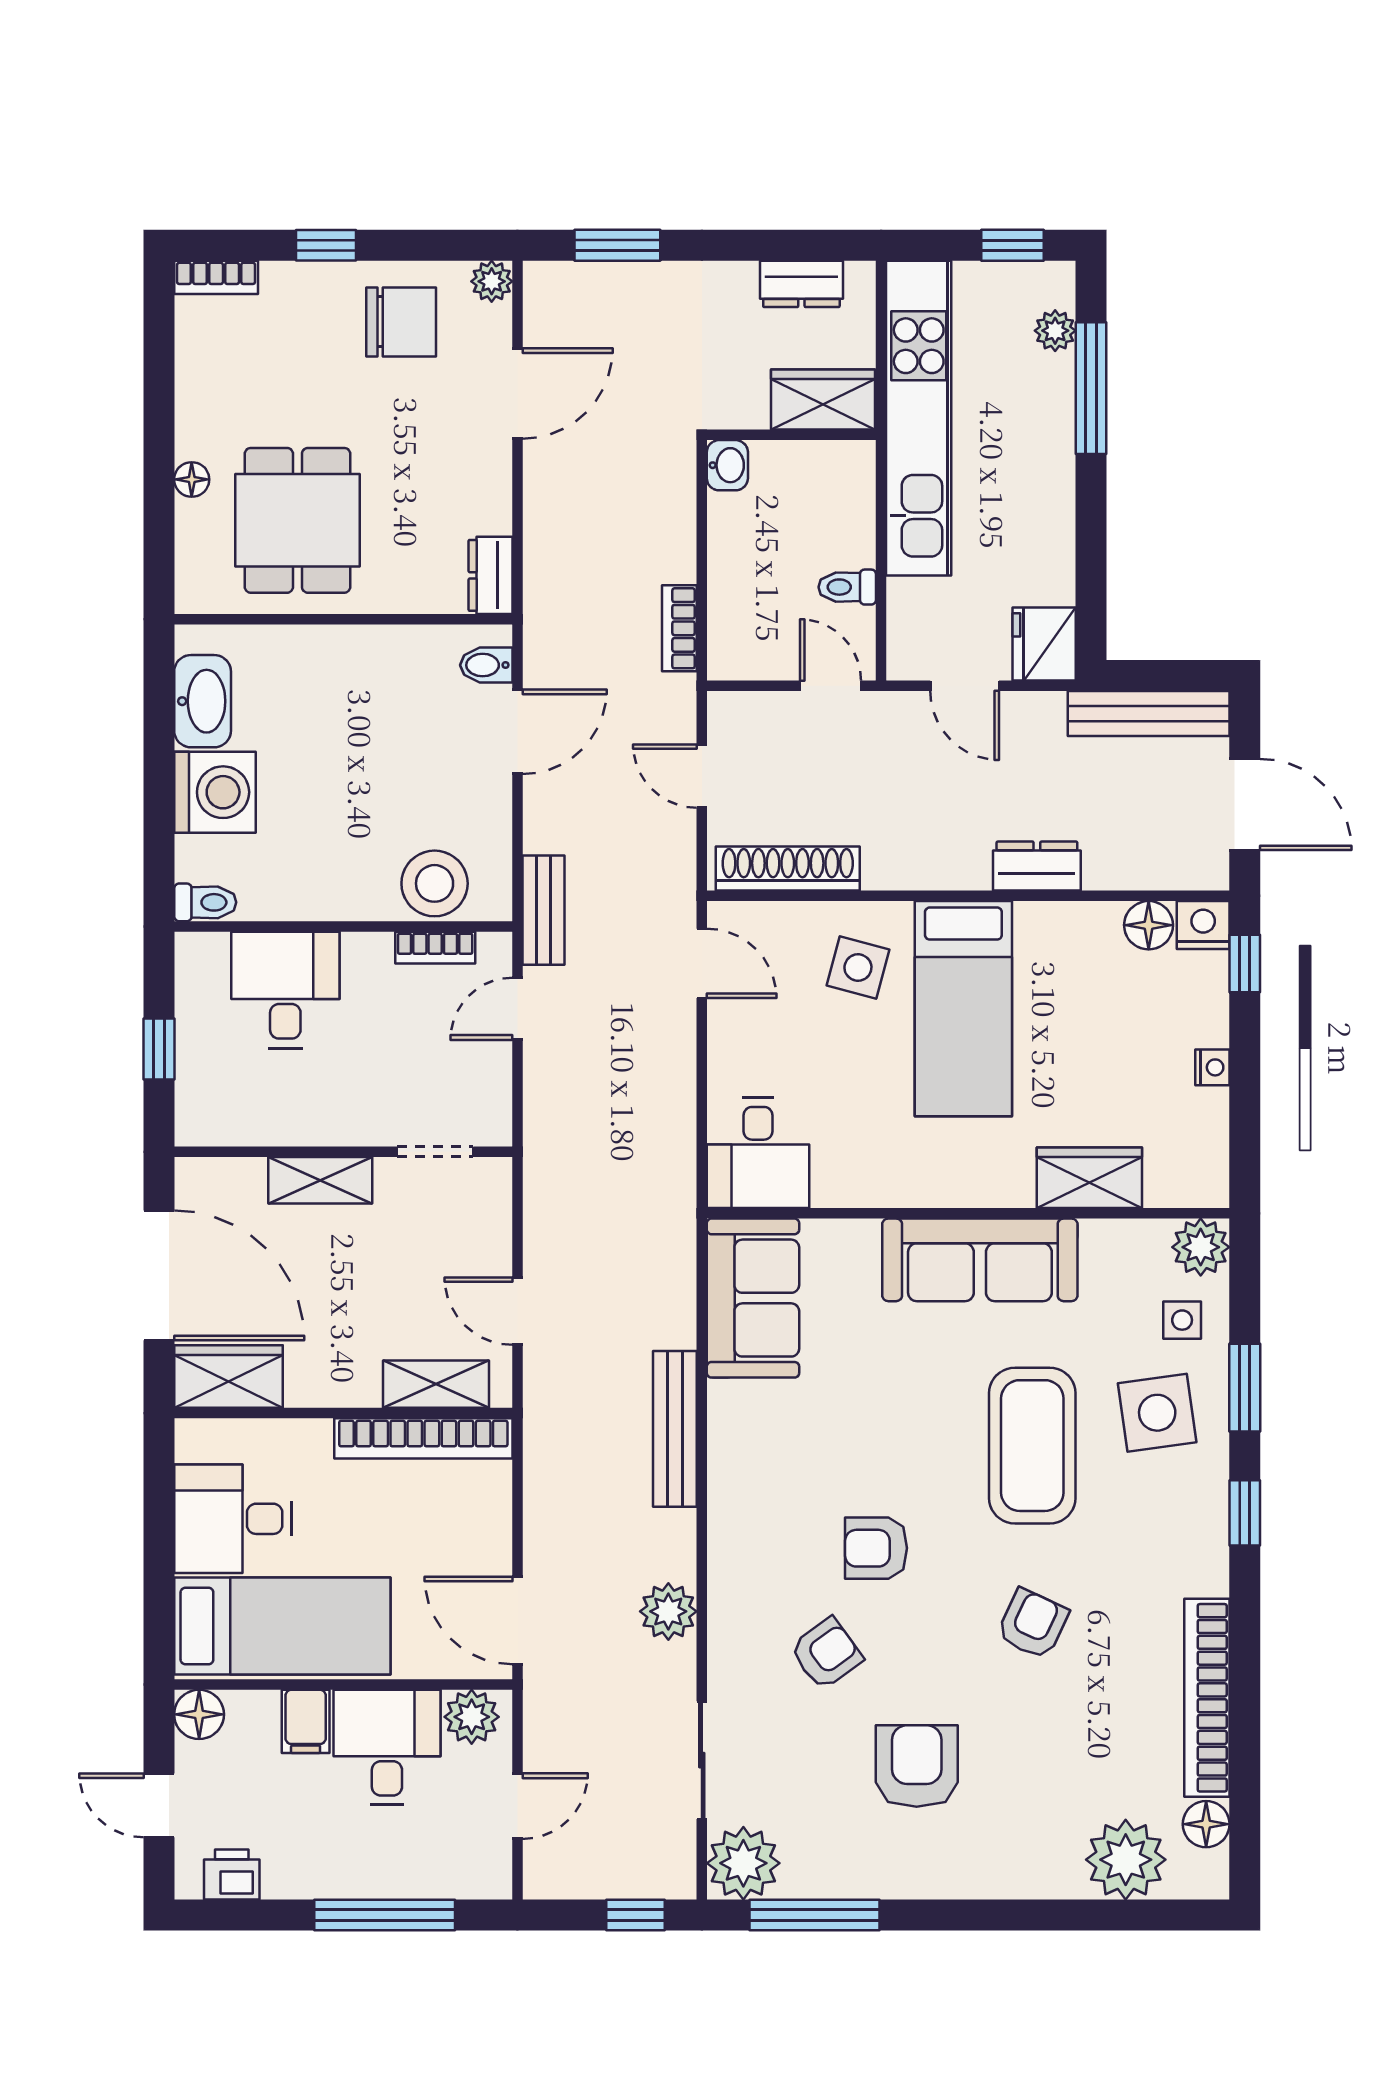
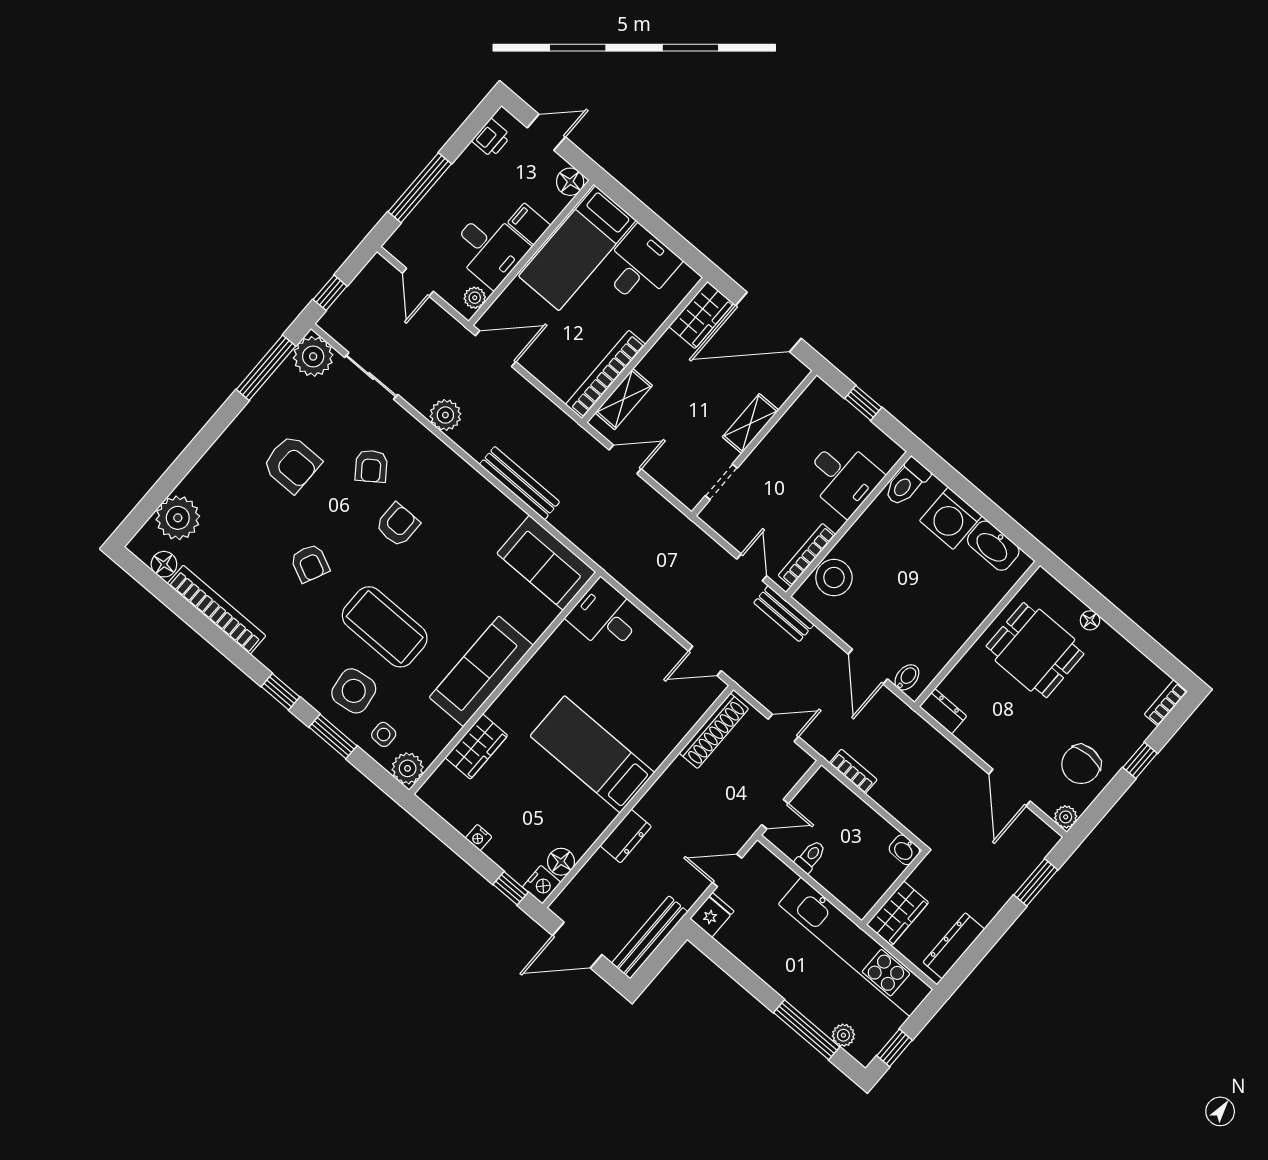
dresser: (801, 284) -> (954, 946), width x1.44
fridge: (1044, 644) -> (712, 915), width x0.72
toilet: (205, 902) -> (907, 482), width x1.37, depth x1.39
bookcase: (435, 948) -> (807, 555), width x1.56
side table: (858, 967) -> (647, 725), removed
plant: (472, 1717) -> (475, 298), width x0.73, depth x0.73

